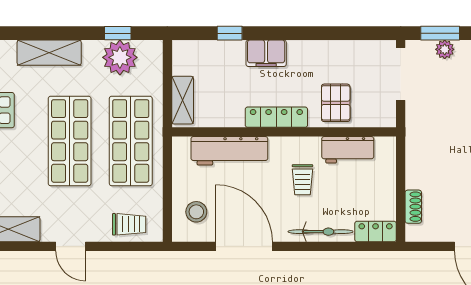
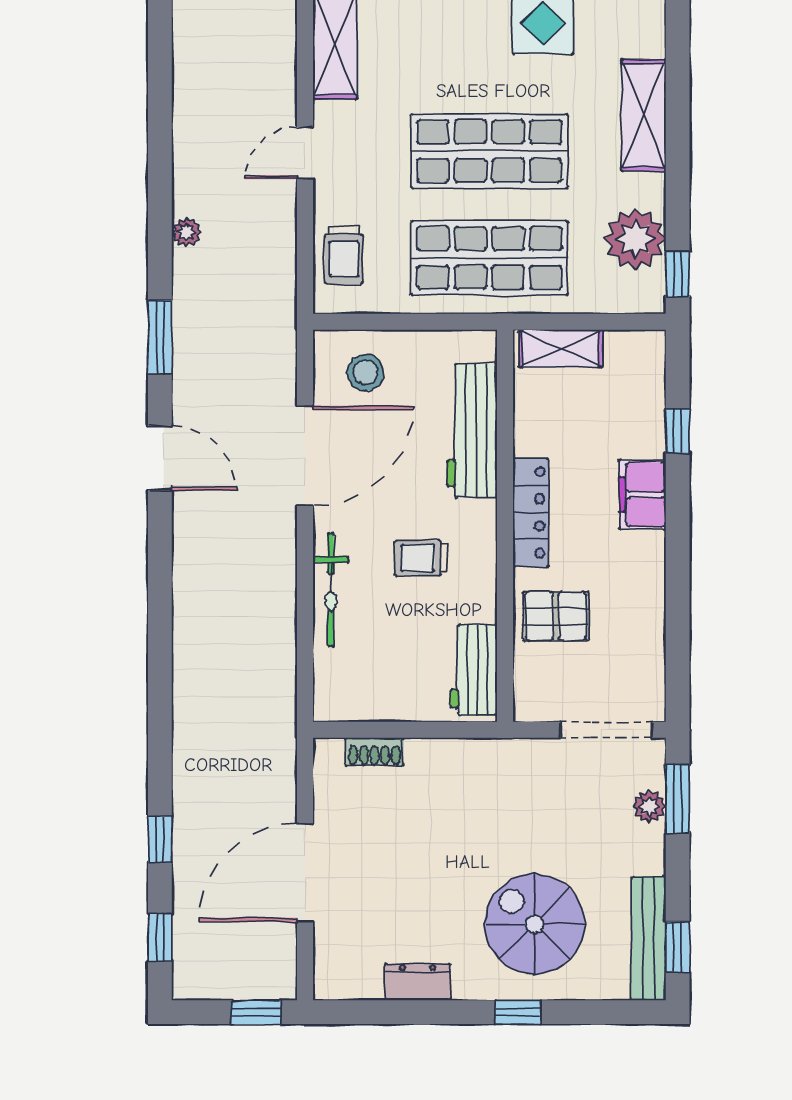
window: (118, 33) -> (678, 274), moved
workbench: (348, 150) -> (474, 670), moved
locker: (376, 232) -> (331, 686), removed

